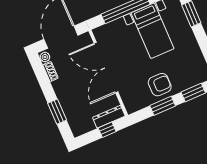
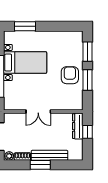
double door: (106, 68) -> (38, 112), width x0.54
bench: (64, 100) -> (49, 155), added
window: (57, 112) -> (40, 165), moved

